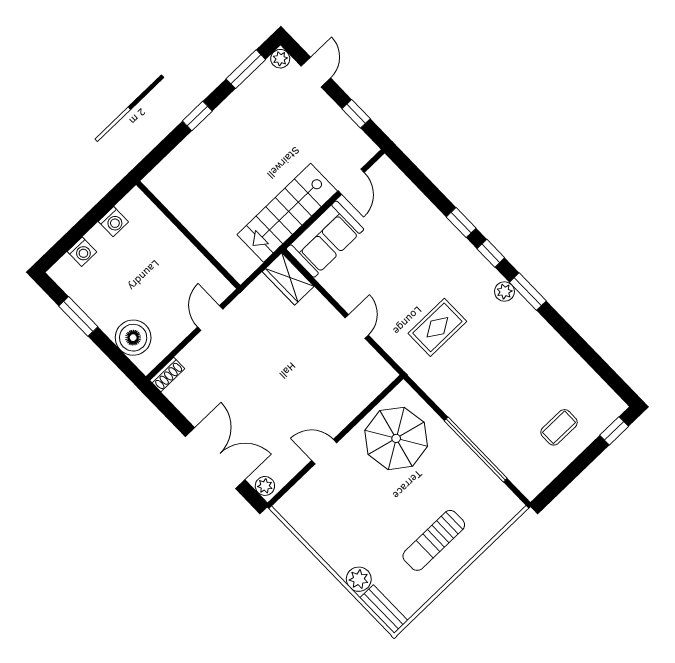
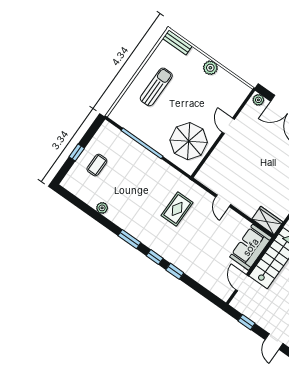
plant: (504, 292) -> (102, 208), moved
window: (614, 431) -> (77, 153), moved
door: (324, 452) -> (228, 126), swing flipped
plant: (359, 579) -> (210, 68), moved

